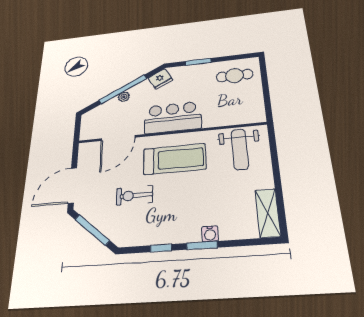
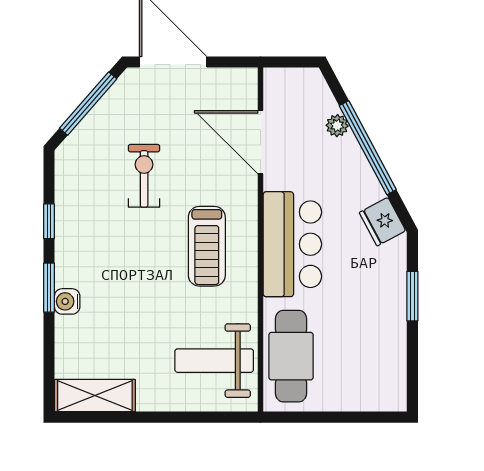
cafe table: (235, 76) -> (291, 356), moved, width x1.37, depth x1.35
plant: (124, 97) -> (337, 126), moved
treadmill: (175, 159) -> (207, 246), width x0.73, depth x0.73

